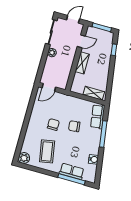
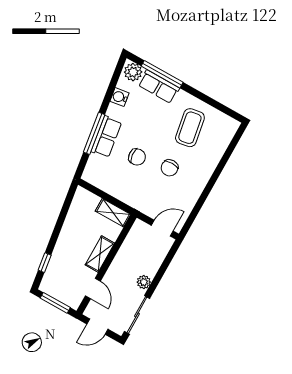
door: (81, 41) -> (93, 289), swing flipped
shelving: (94, 93) -> (113, 213), moved
row of seats: (98, 117) -> (106, 137), moved
plant: (24, 158) -> (133, 72), moved

